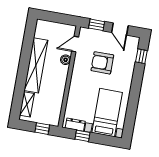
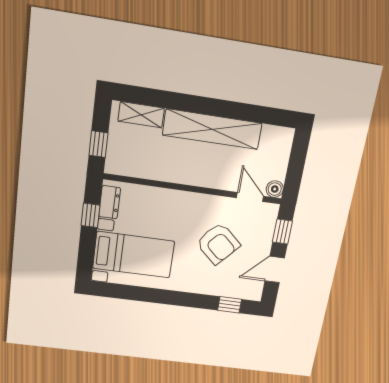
boiler: (66, 60) -> (275, 189), moved
armchair: (102, 63) -> (218, 244), turned 132

